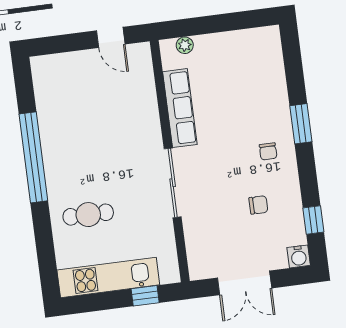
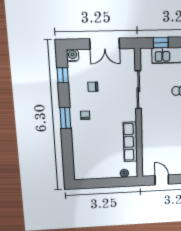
window: (301, 124) -> (65, 118), moved
sliding door: (173, 183) -> (138, 90), moved
double door: (245, 283) -> (105, 44), swing flipped

